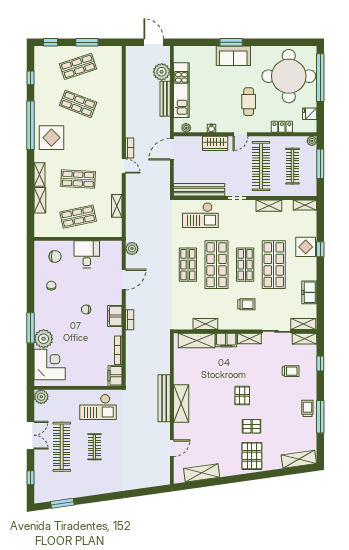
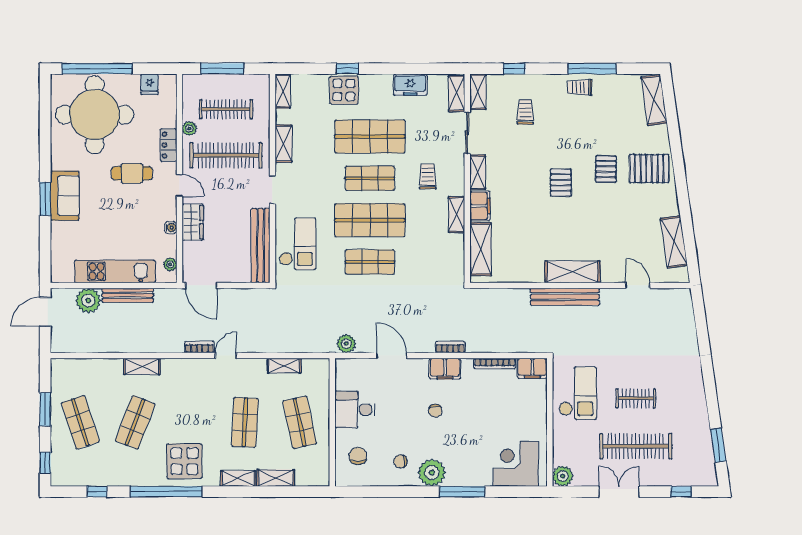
shelving: (116, 109) -> (142, 366), added
locker: (282, 127) -> (169, 145), moved
plant: (312, 141) -> (189, 128), moved
shelving: (205, 324) -> (457, 215), moved
plant: (44, 339) -> (432, 473), moved
pallet: (242, 395) -> (561, 183), turned 90

